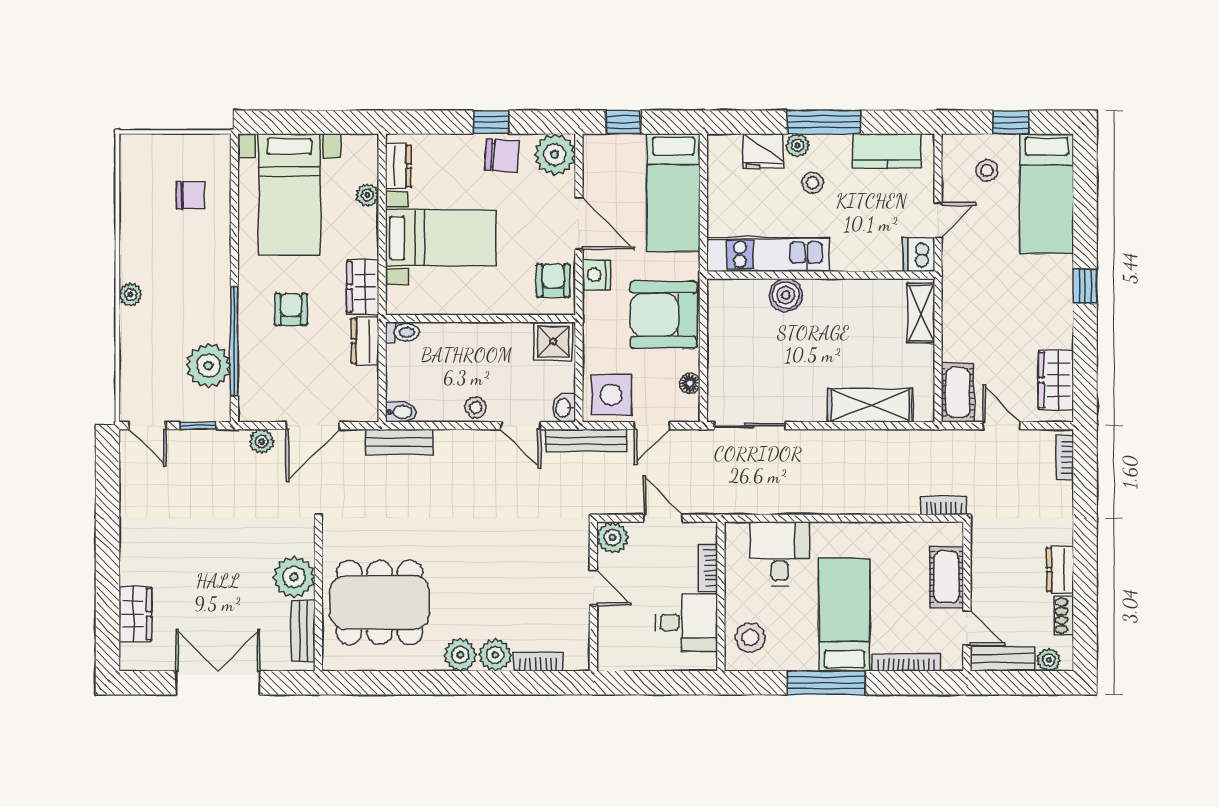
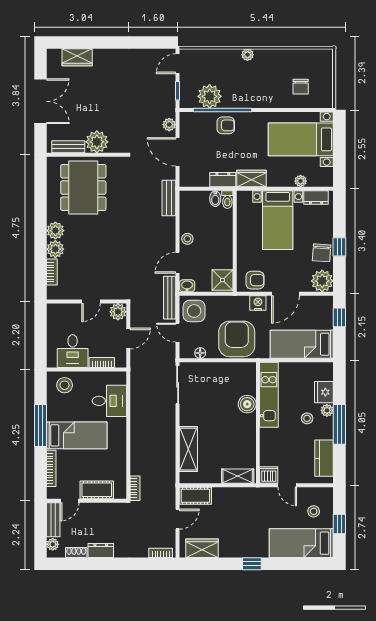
armchair: (291, 309) -> (226, 125), moved
bidet: (400, 412) -> (215, 199), moved

